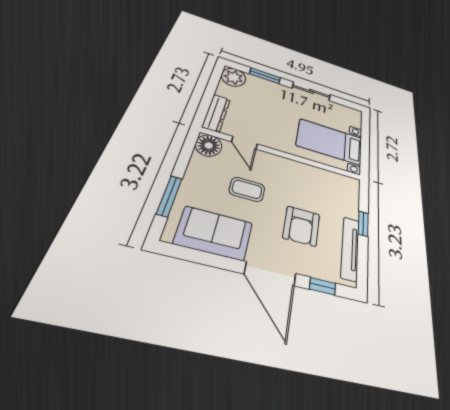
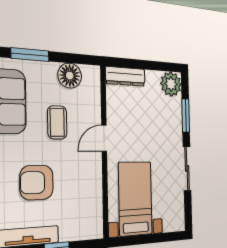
door: (244, 143) -> (104, 138), moved
floor lamp: (209, 145) -> (70, 76), moved

